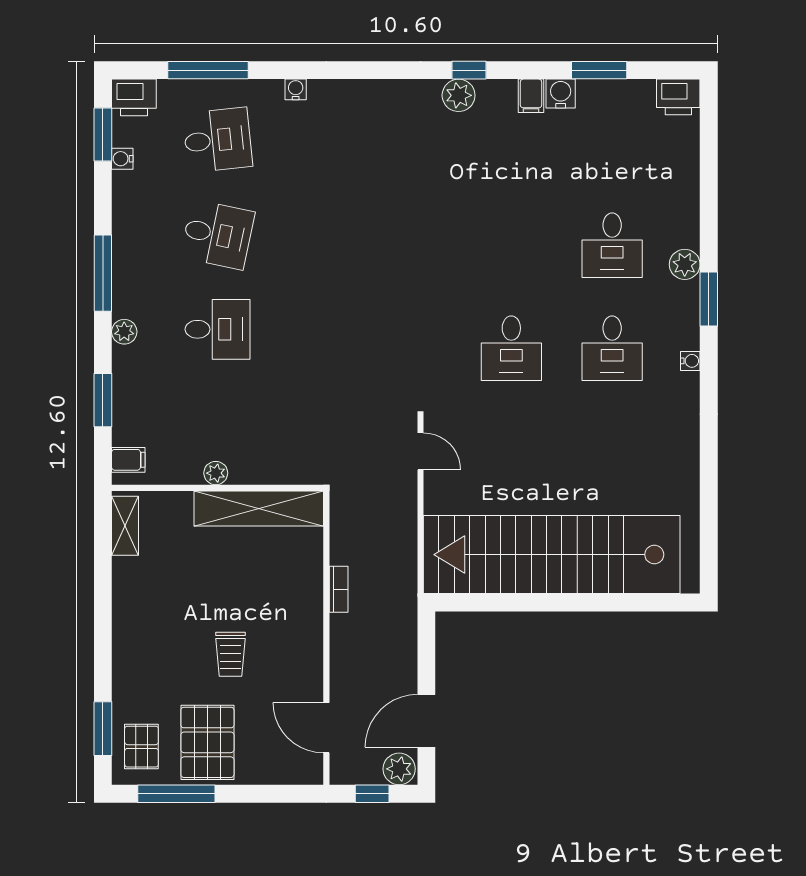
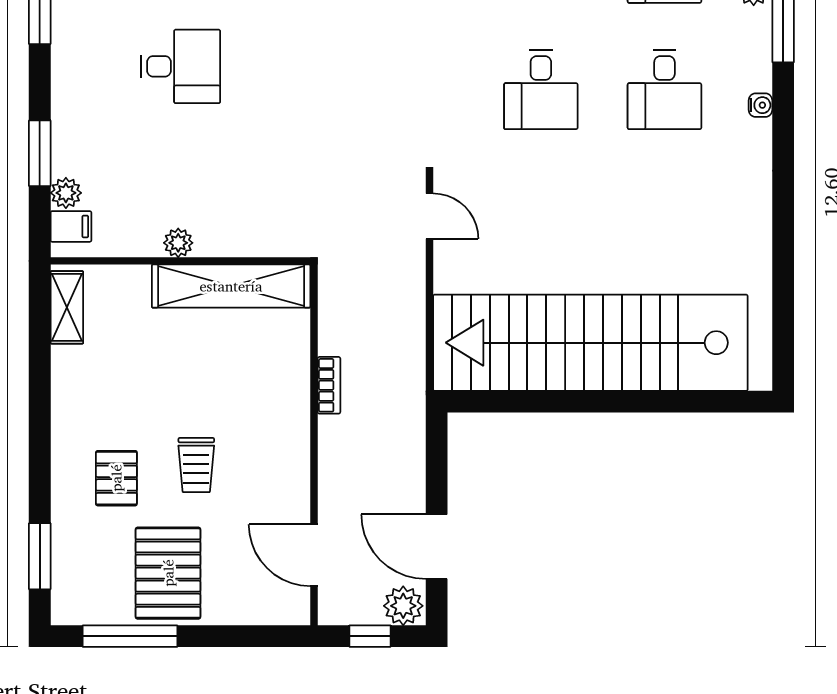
plant: (124, 332) -> (66, 193), moved
door: (426, 721) -> (437, 547), hinge flipped
pallet: (141, 747) -> (116, 478), moved

